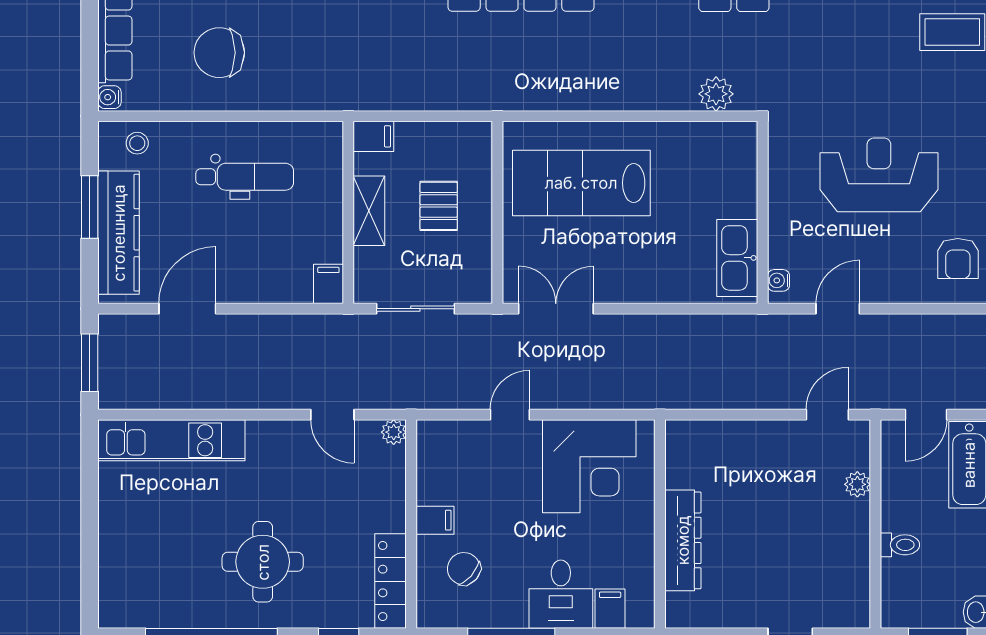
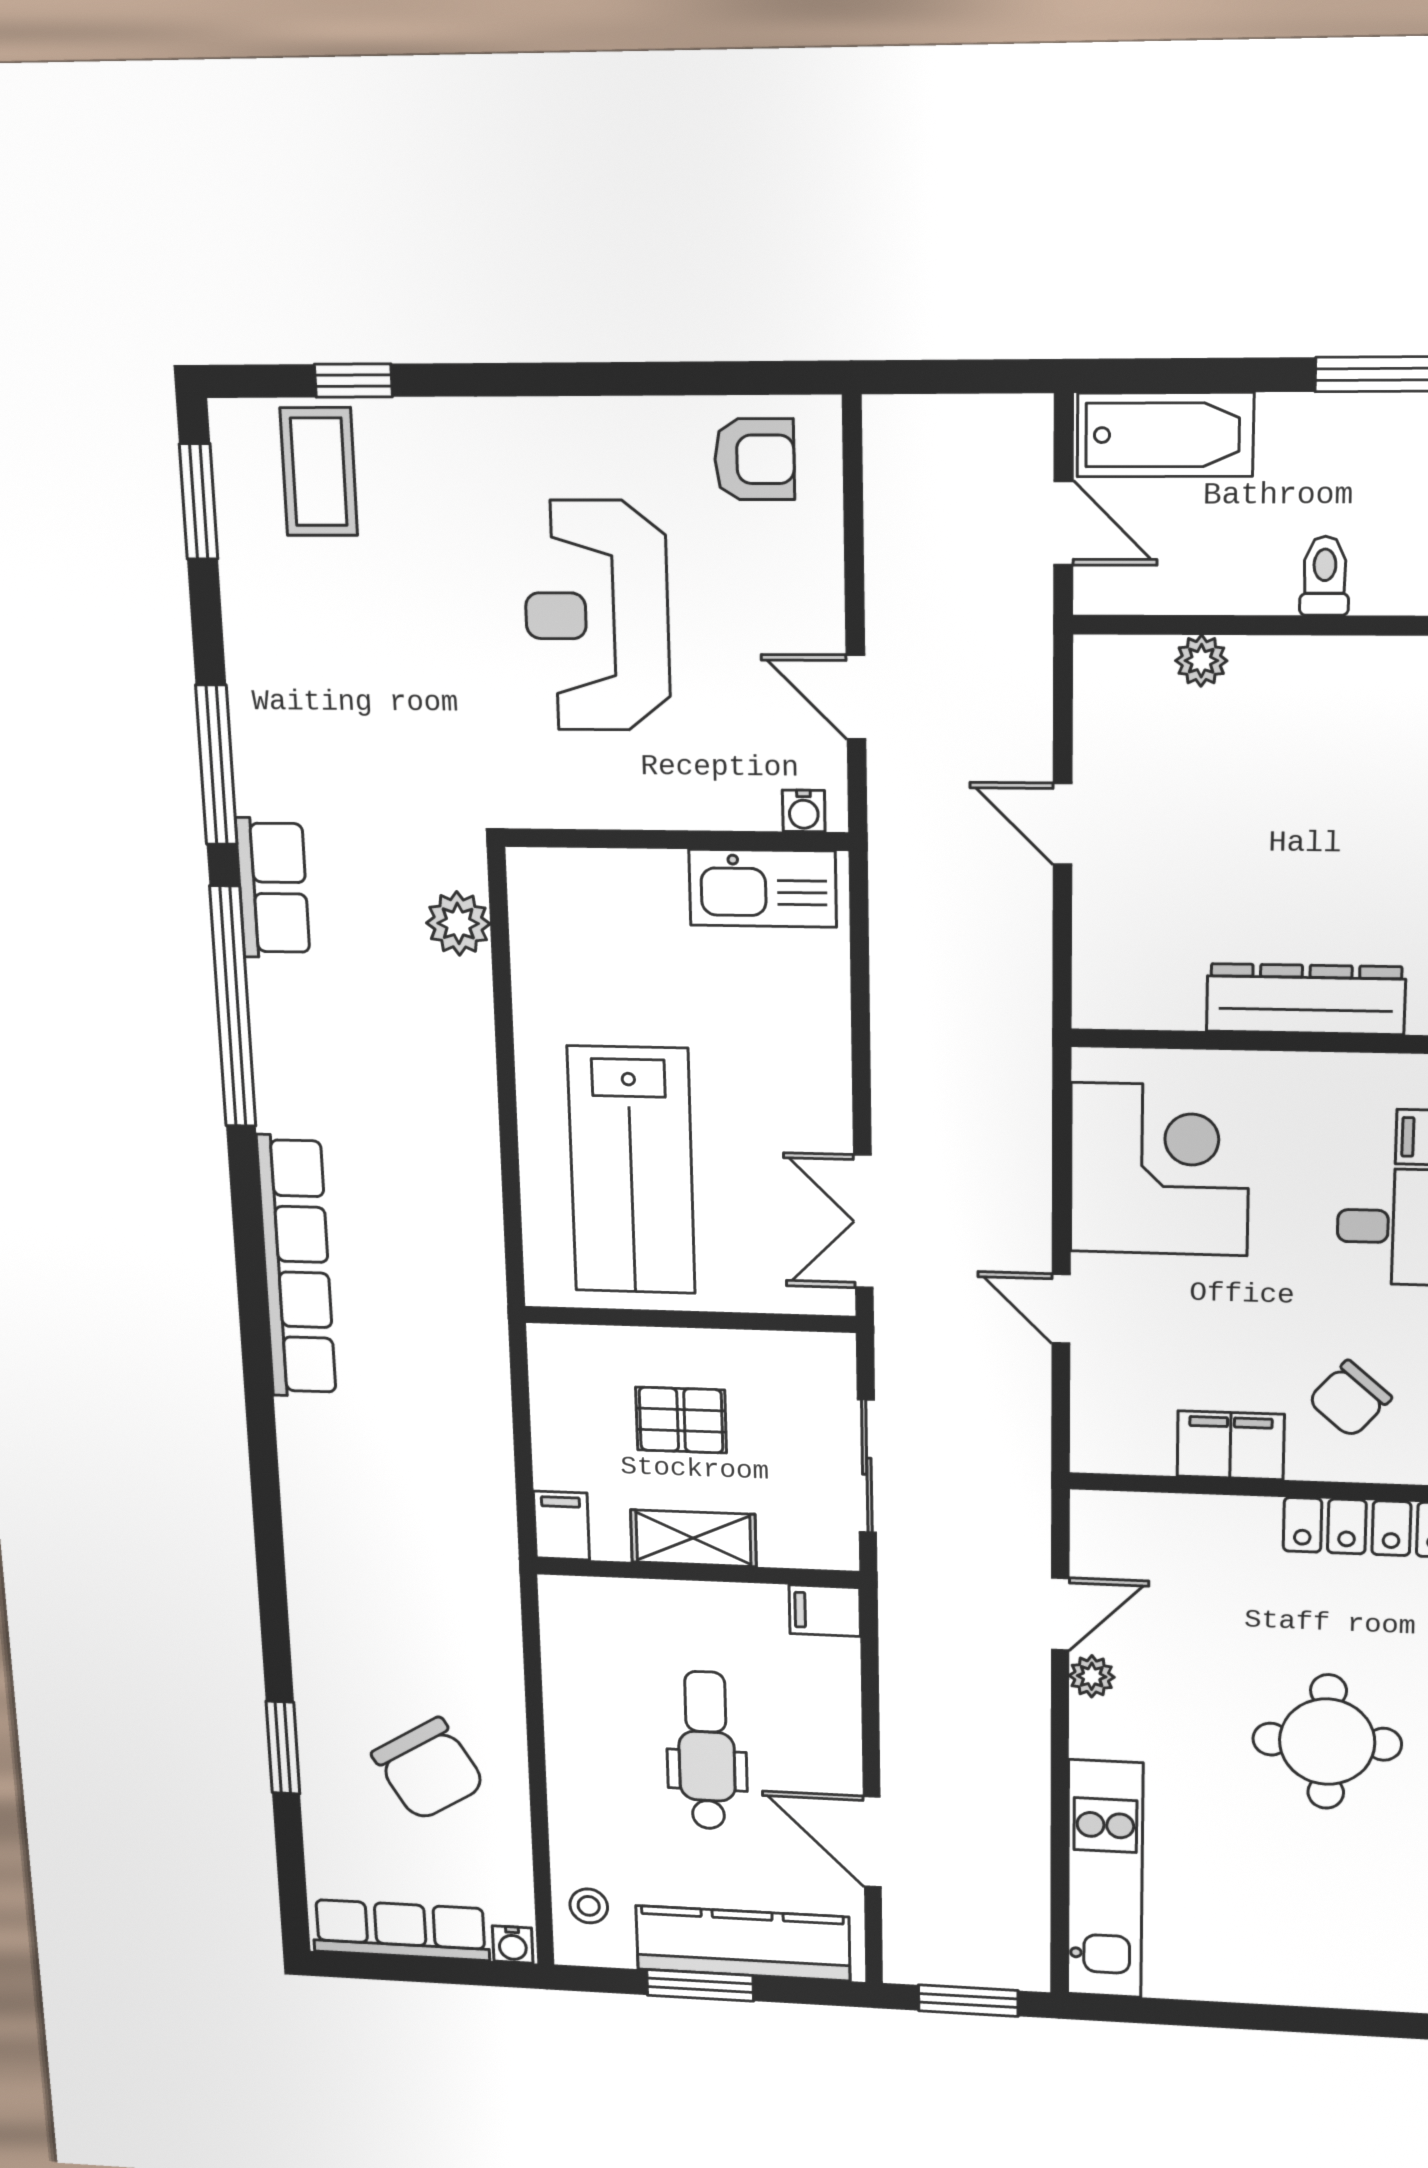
chair: (219, 53) -> (429, 1769), turned -31
dental chair: (245, 177) -> (707, 1751), moved
door: (827, 415) -> (1063, 824), moved
plant: (394, 432) -> (1092, 1676), moved
filing cabinet: (435, 520) -> (1231, 1445), width x2.00

